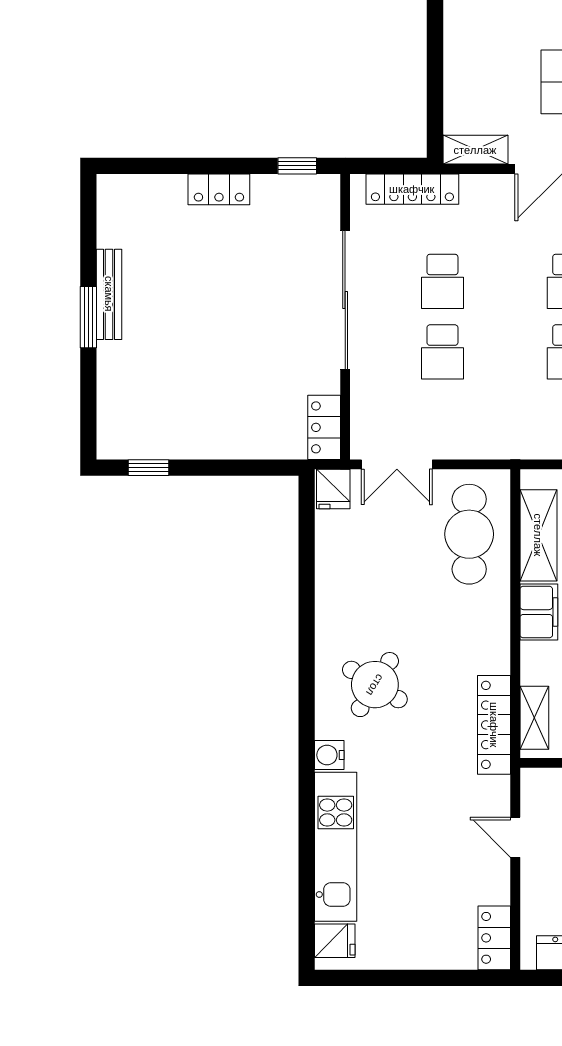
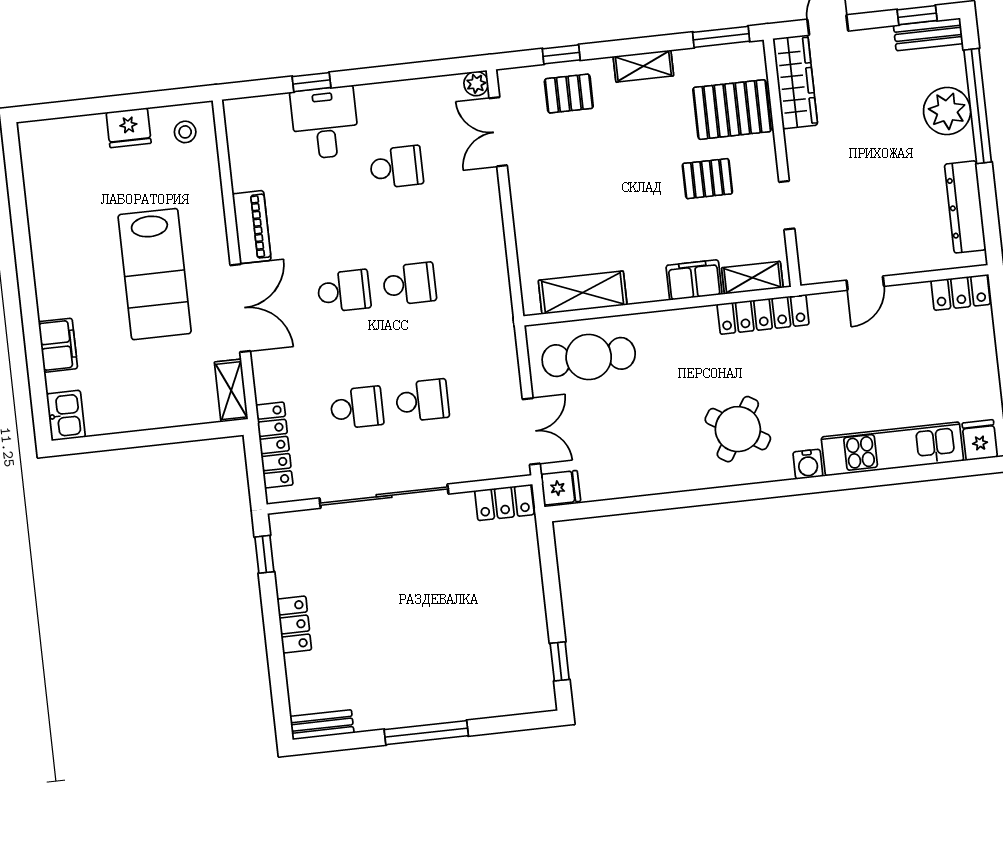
bench: (109, 294) -> (322, 725), moved, width x0.73
window: (88, 317) -> (426, 733), width x1.44
filing cabinet: (539, 612) -> (694, 280), moved

